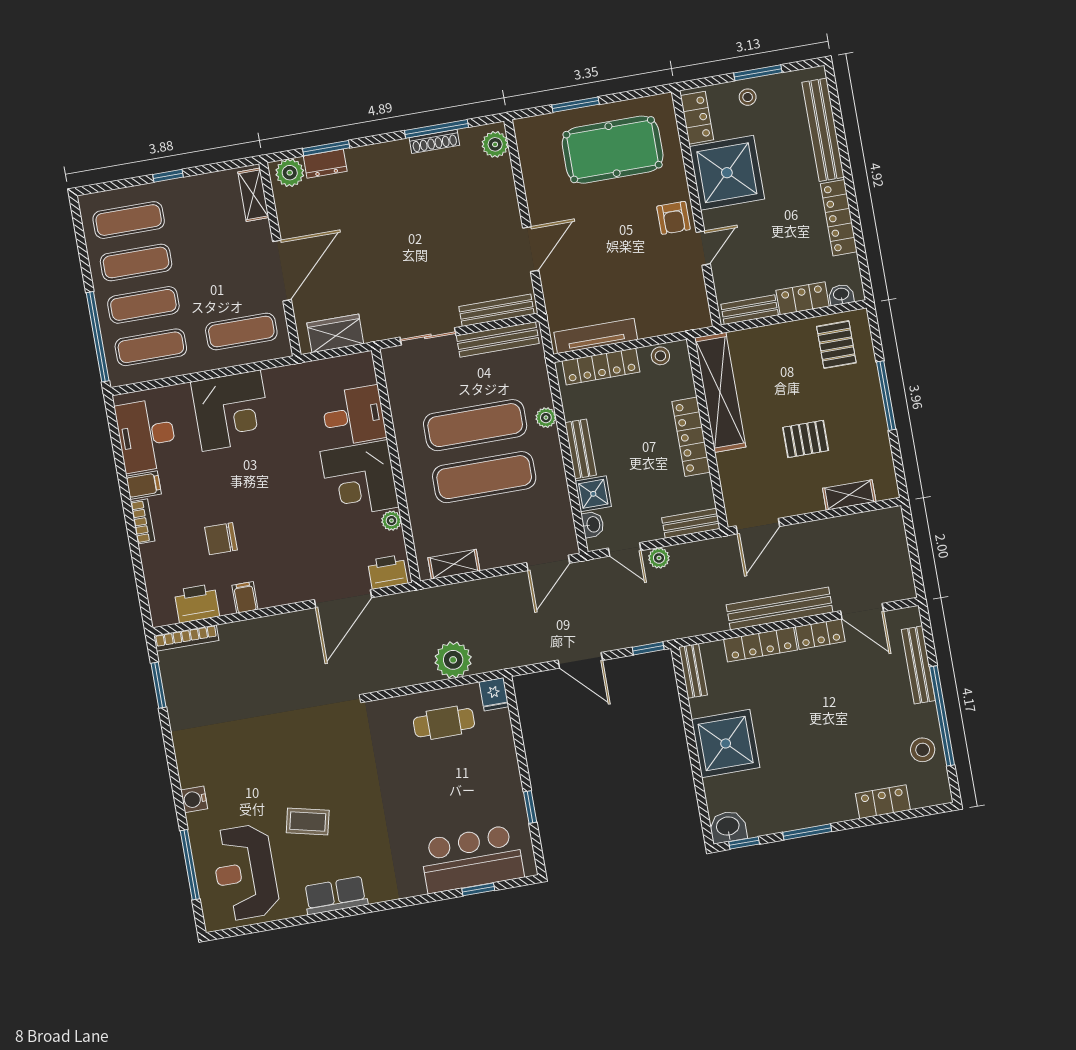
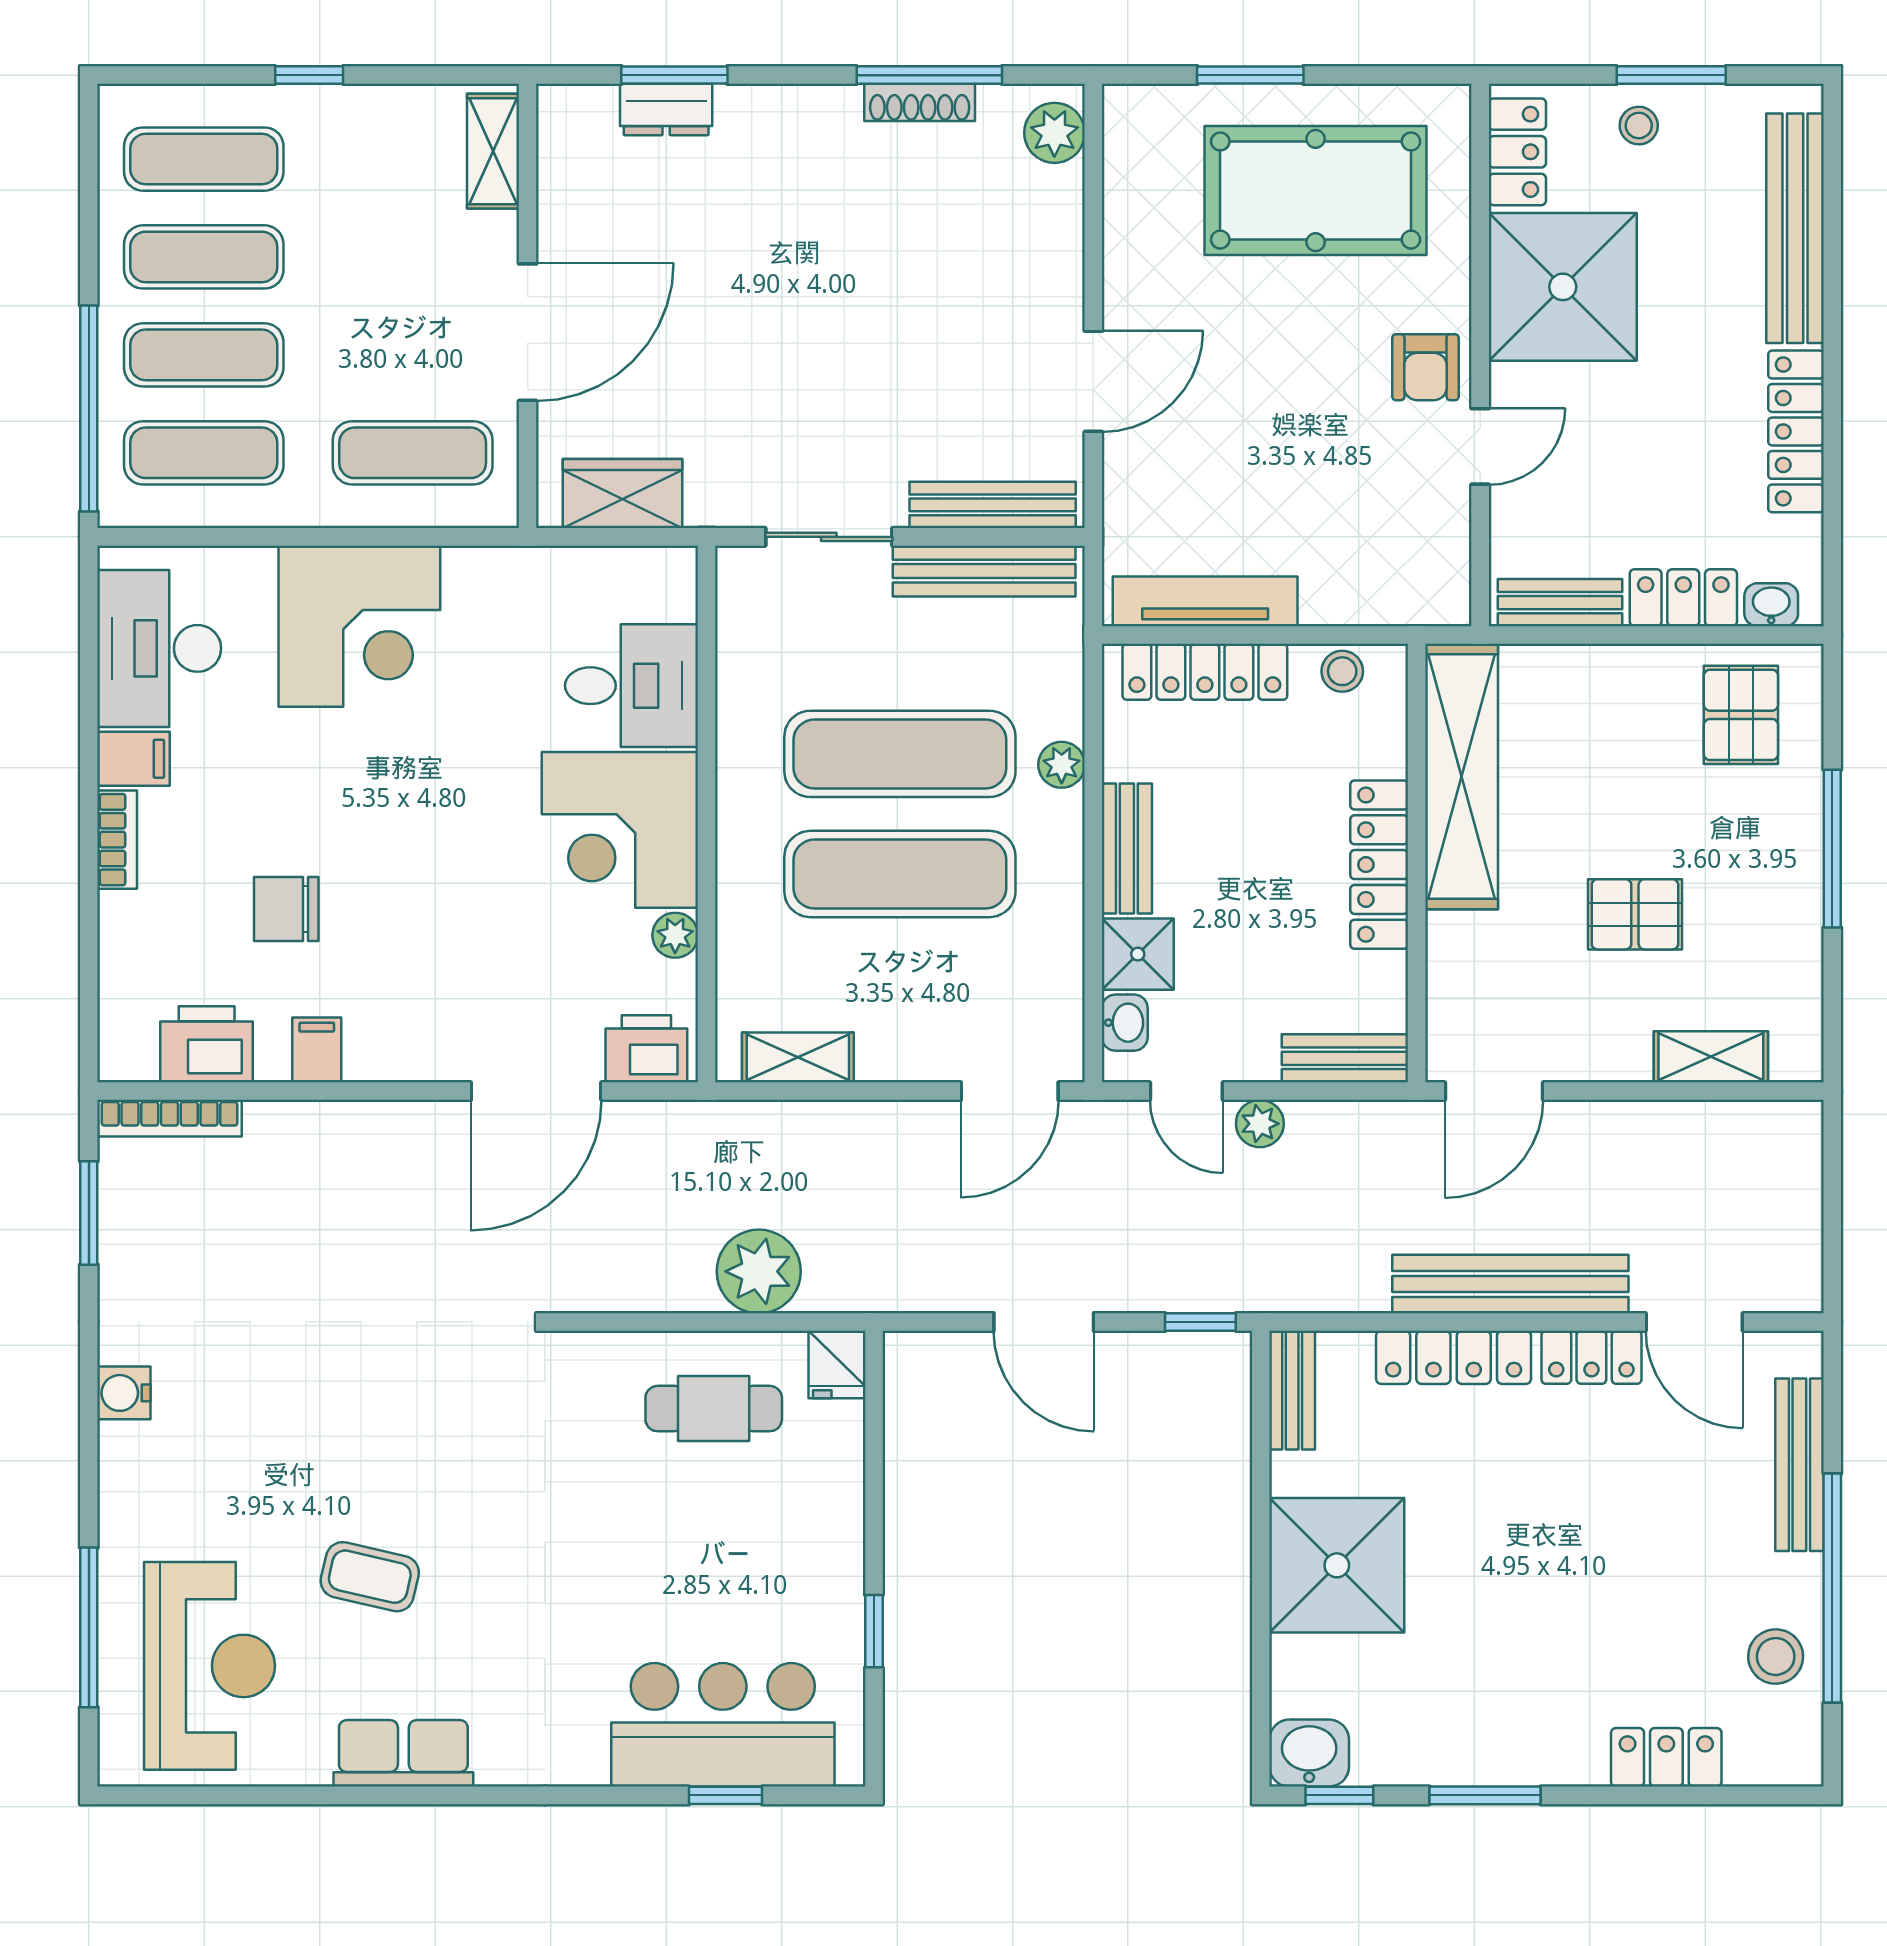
plant: (290, 173) -> (583, 116), removed
water cooler: (194, 799) -> (124, 1393), moved
reception desk: (245, 872) -> (209, 1666), turned 180

